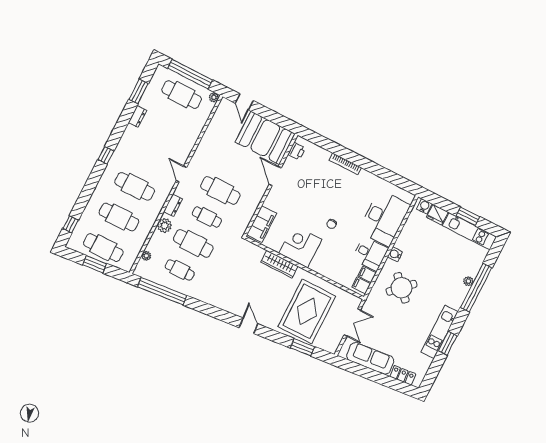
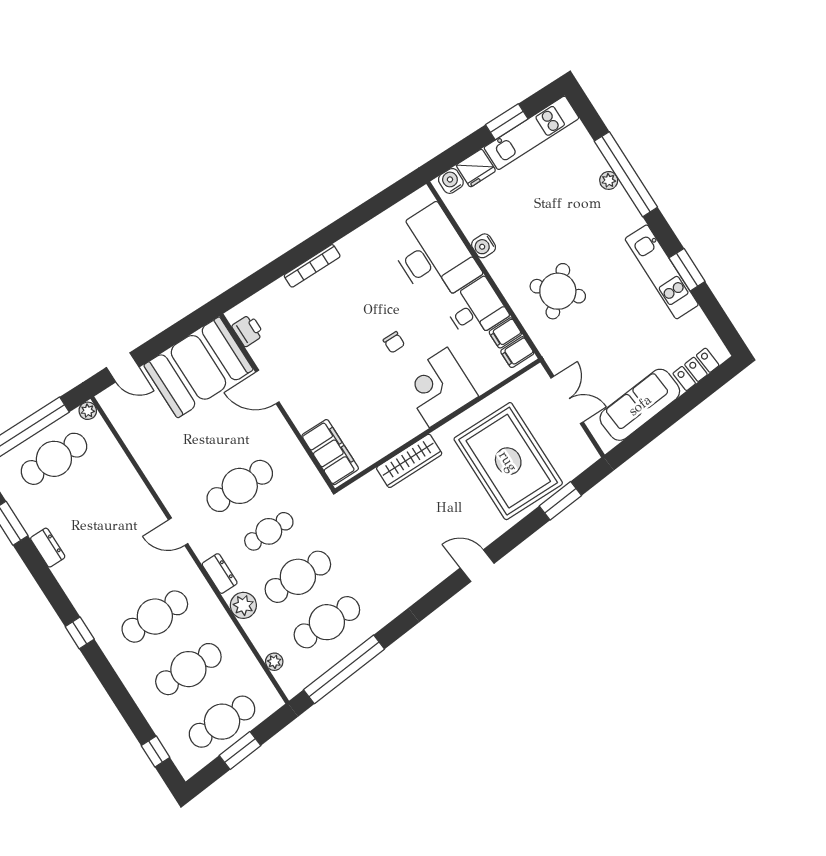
corner desk: (300, 246) -> (438, 387), moved
water cooler: (395, 254) -> (484, 246), moved
cafe table: (180, 270) -> (327, 622), width x1.37, depth x1.35

